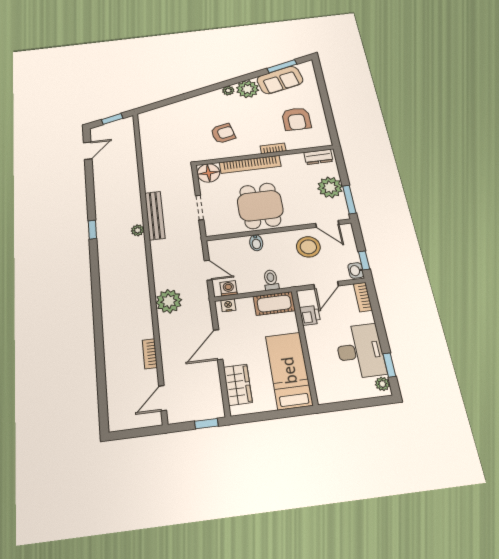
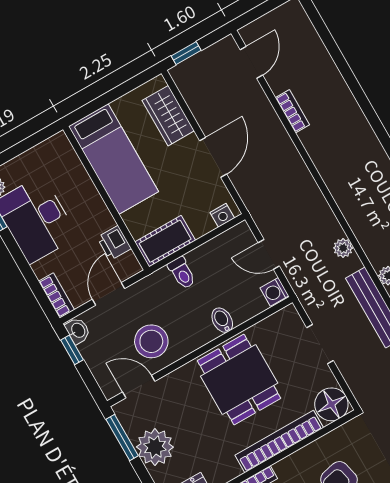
washing machine: (228, 288) -> (274, 292), moved, turned 90
plant: (169, 301) -> (343, 248), moved, width x0.53, depth x0.53

